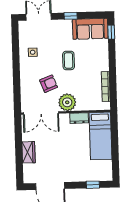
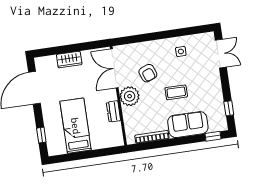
window: (71, 16) -> (229, 108), moved
sofa: (90, 29) -> (188, 125), moved, turned 90
bed: (100, 136) -> (76, 126), moved, turned 90

